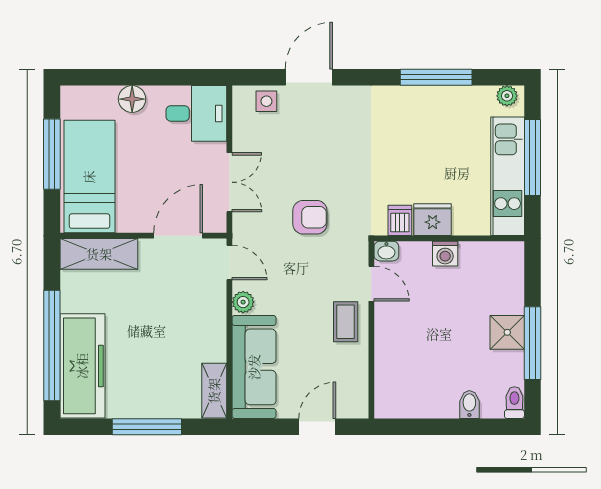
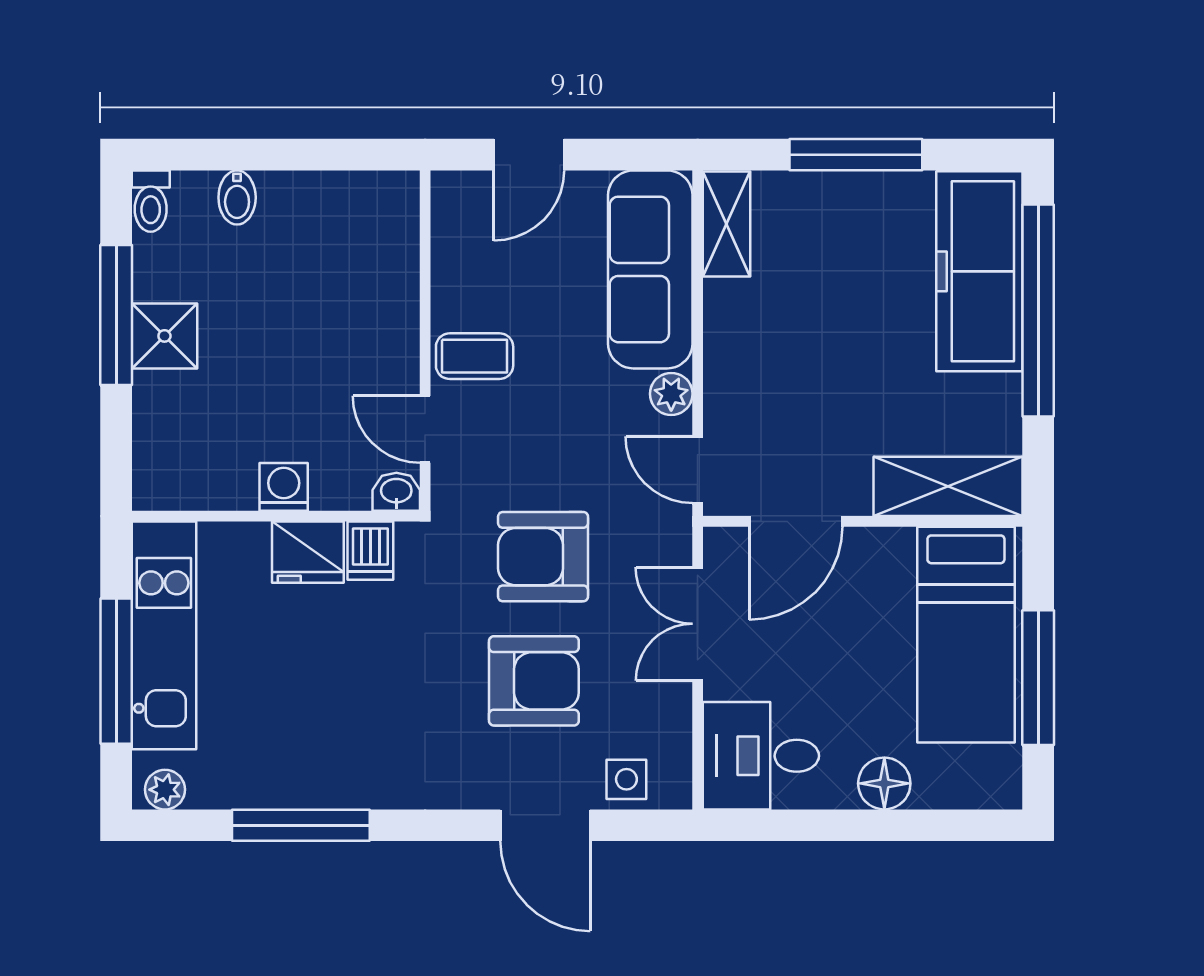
door: (309, 77) -> (545, 825), hinge flipped
armchair: (315, 152) -> (534, 681), added
armchair: (310, 217) -> (543, 557), width x1.38, depth x1.38
coffee table: (346, 322) -> (475, 356), turned 90

